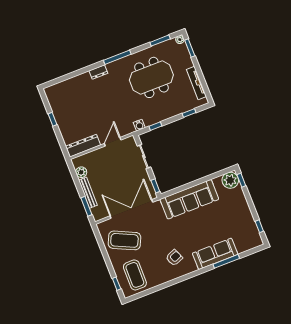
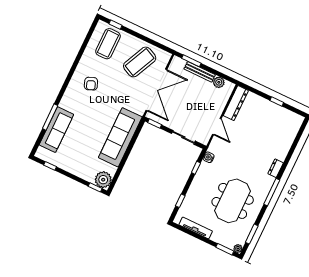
sofa: (215, 254) -> (56, 130), moved
coffee table: (135, 275) -> (108, 44), turned 90

